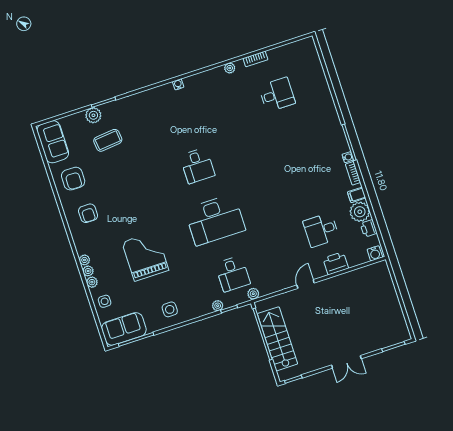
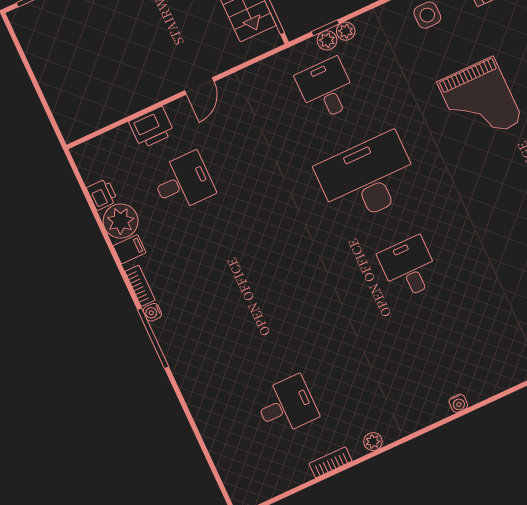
desk: (277, 95) -> (286, 406), turned 180
water cooler: (375, 253) -> (86, 153), removed
plant: (253, 294) -> (327, 40), moved

